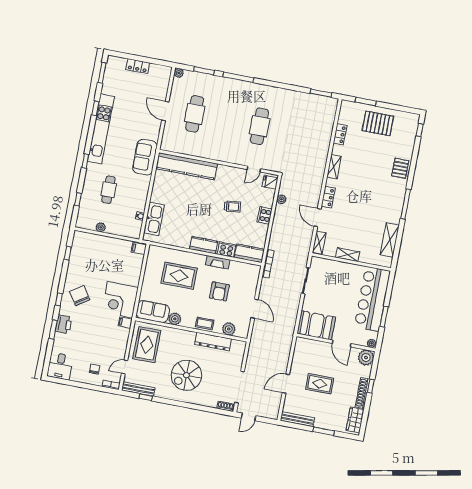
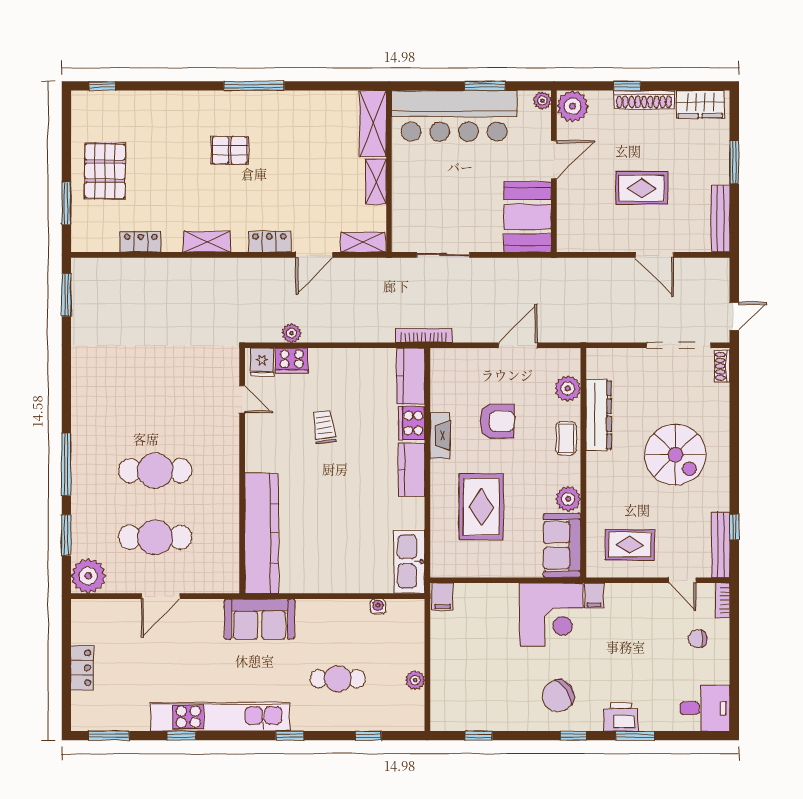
plant: (179, 73) -> (88, 576), width x1.88, depth x1.88
cafe table: (259, 126) -> (155, 471), moved
pallet: (400, 168) -> (230, 150), moved
cooker: (265, 215) -> (292, 360), moved
kitchen sink: (154, 219) -> (409, 561), moved, turned -90
shelving: (390, 240) -> (373, 124), moved, turned 90
rug: (147, 345) -> (630, 545), width x0.73, depth x0.70
rug: (320, 384) -> (642, 188), turned 90
door: (248, 417) -> (734, 316), hinge flipped

